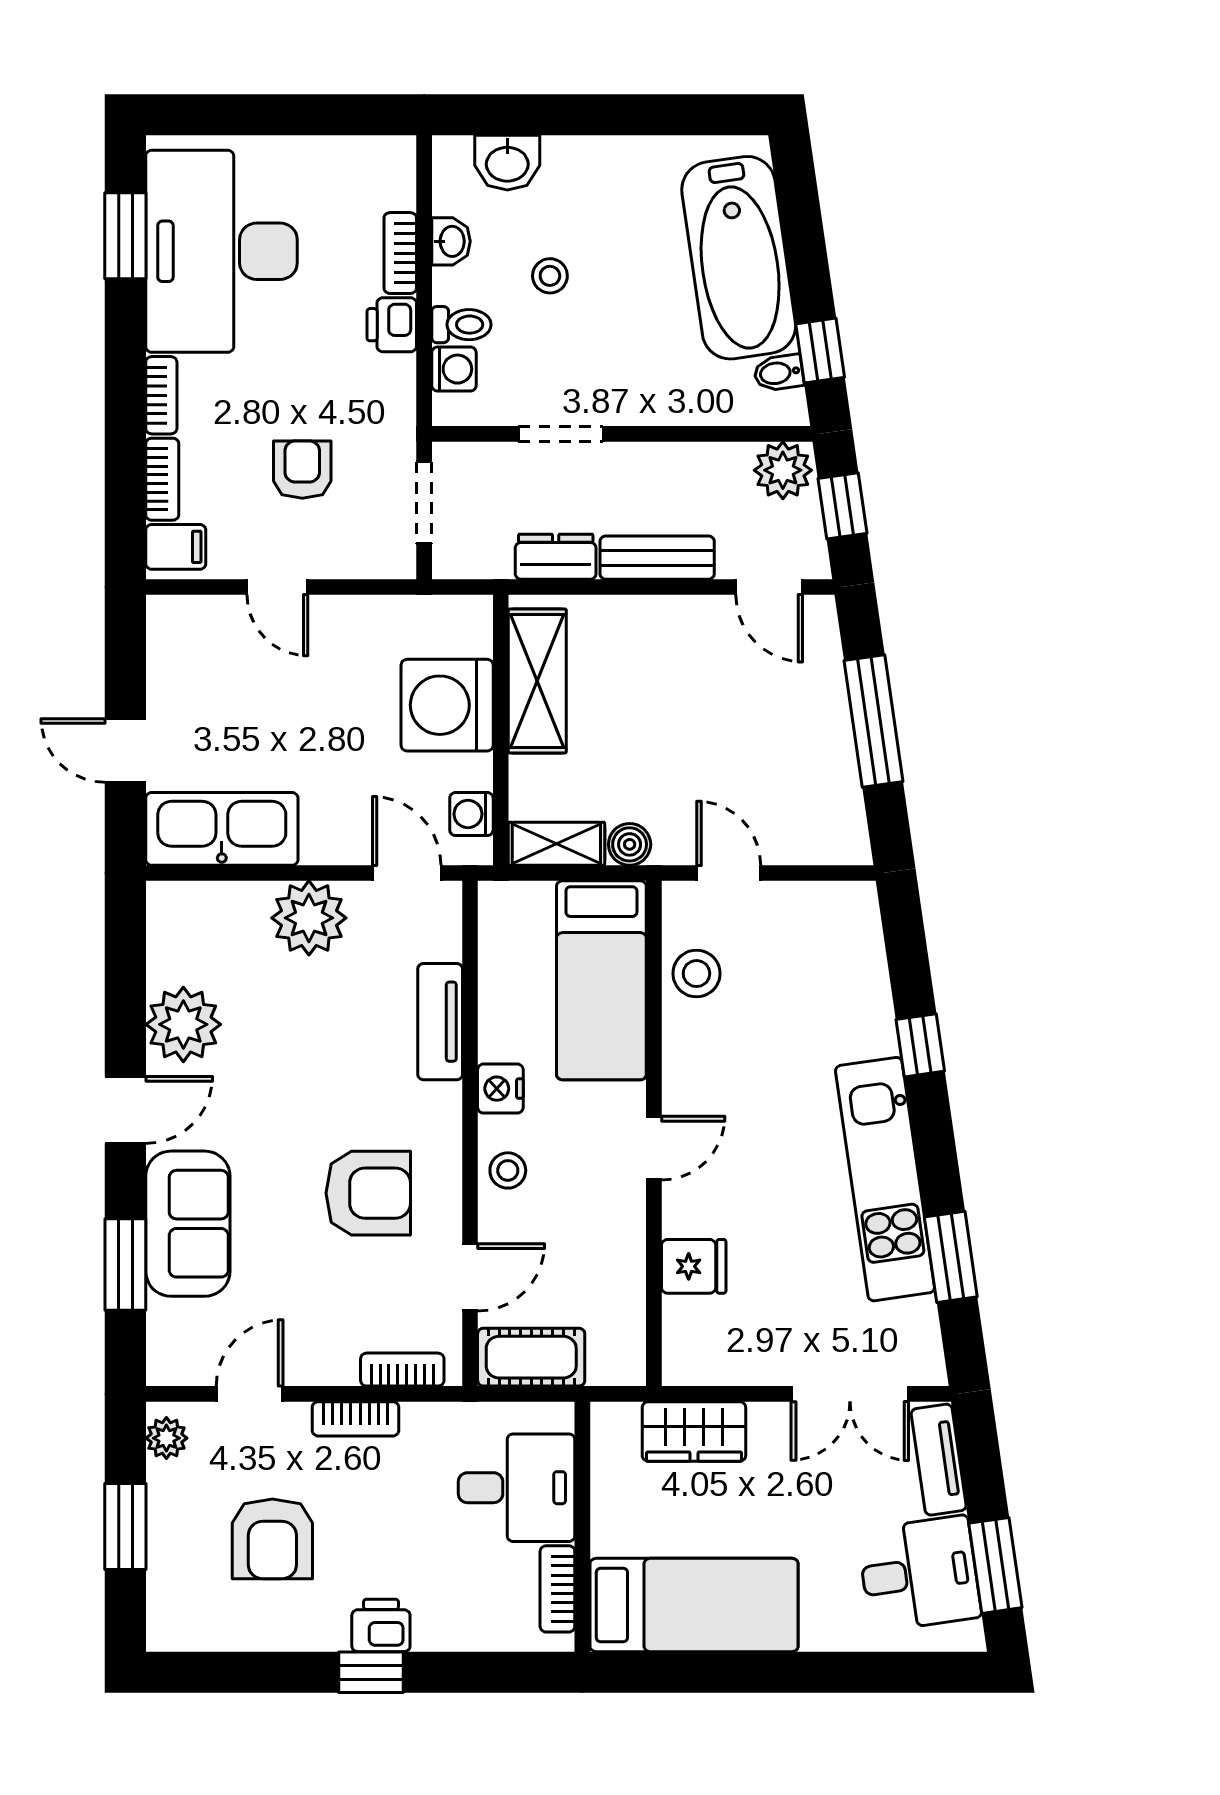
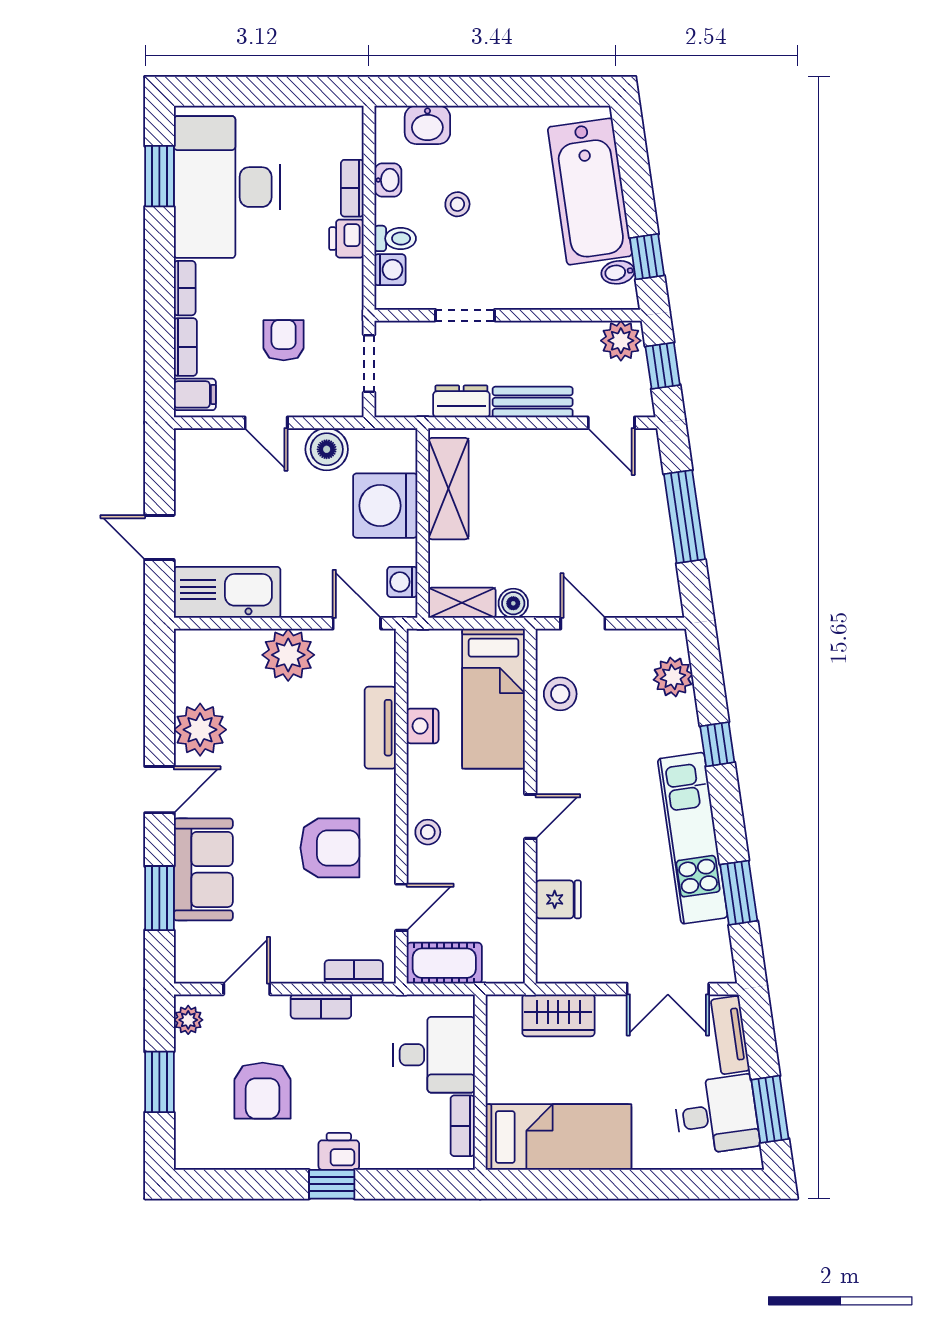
boiler: (364, 625) -> (327, 449), added
plant: (857, 949) -> (673, 677), added
nightstand: (500, 1089) -> (423, 726), moved

